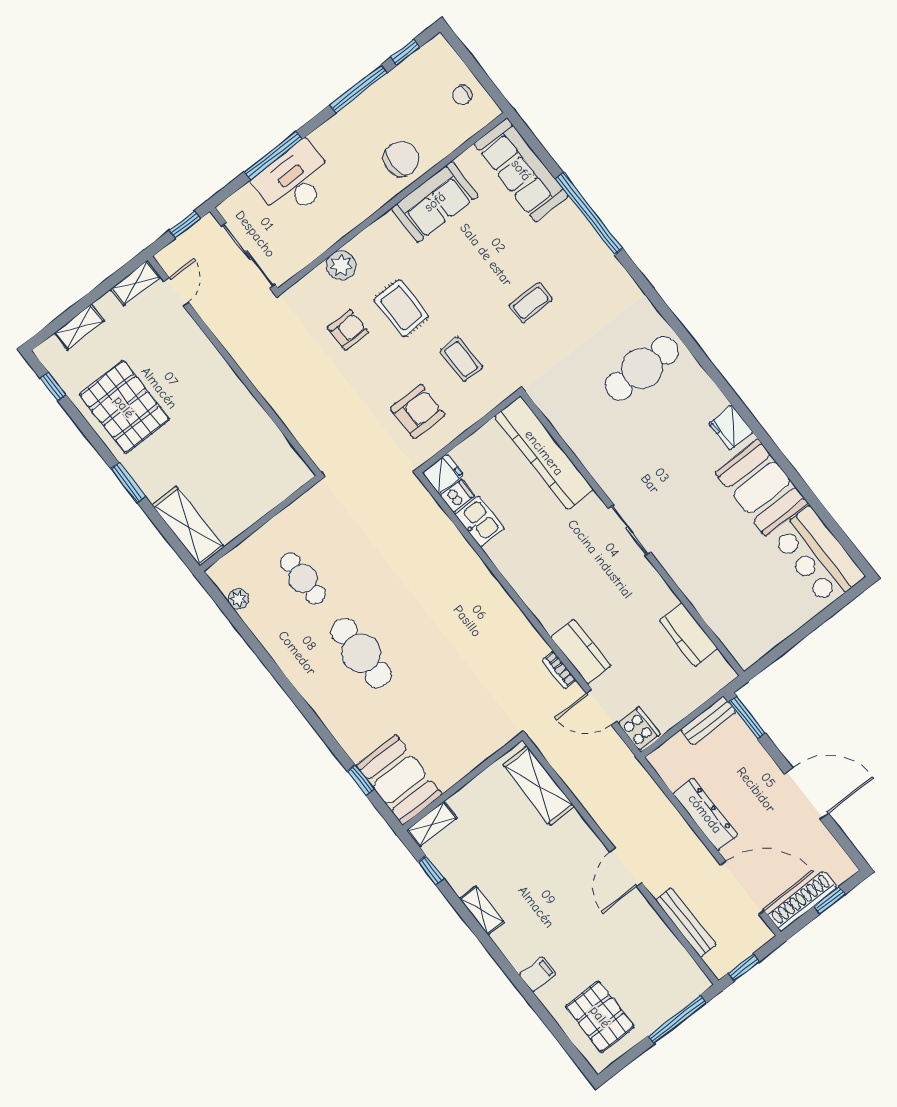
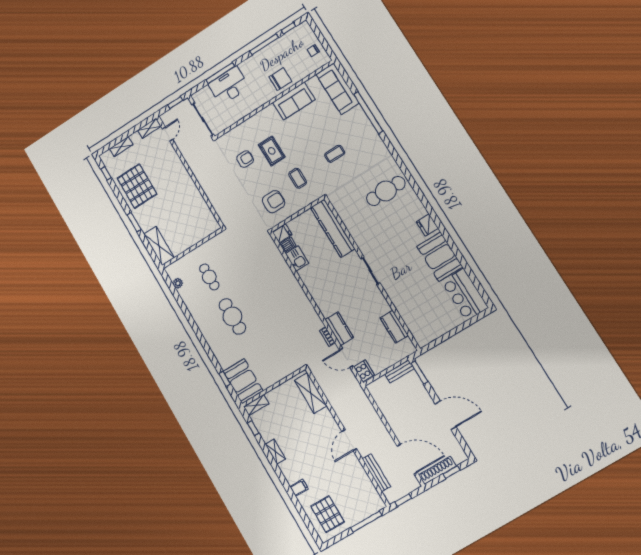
plant: (341, 265) -> (246, 128), removed
dresser: (705, 814) -> (392, 419), removed

